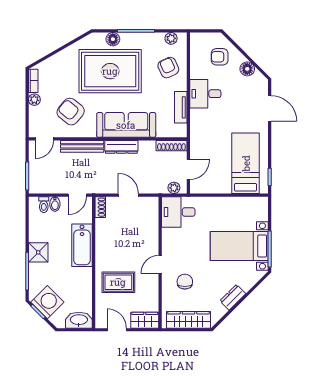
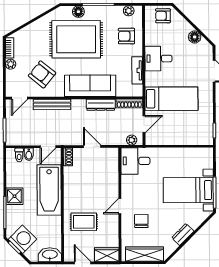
armchair: (220, 57) -> (163, 16), moved
armchair: (168, 68) -> (126, 36), turned -65
dresser: (121, 147) -> (101, 105), moved
bed: (246, 163) -> (171, 99), moved, turned 90
bathtub: (82, 245) -> (49, 190), width x1.36, depth x1.36

